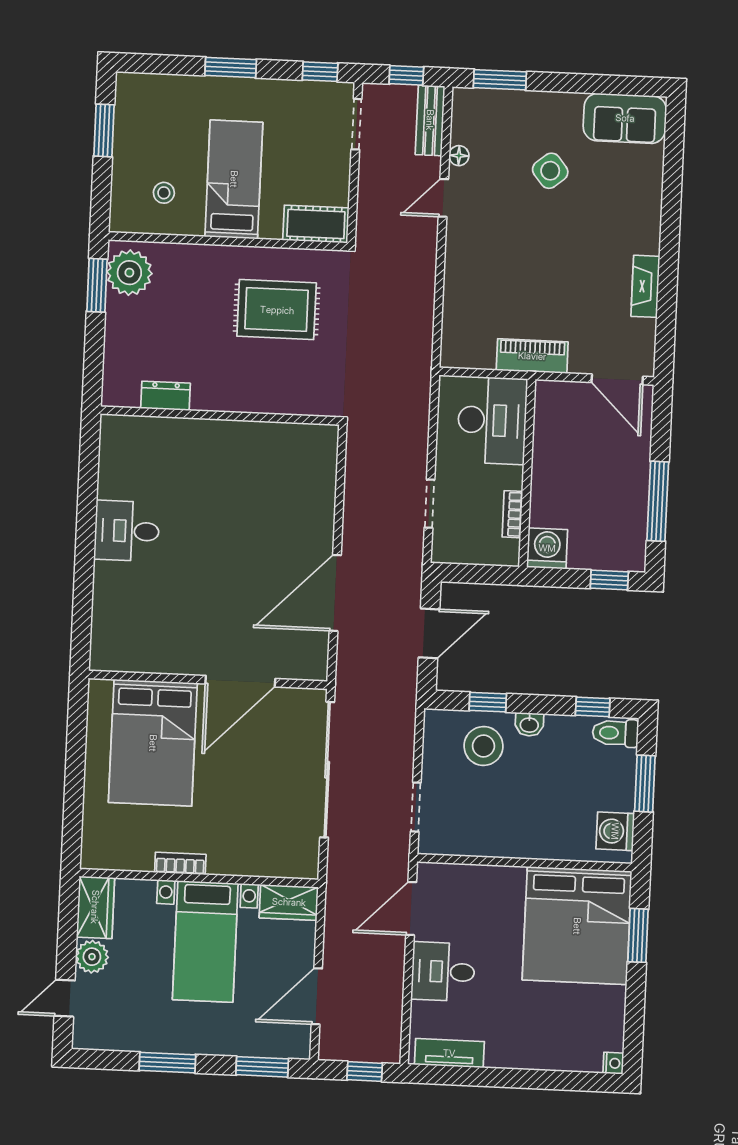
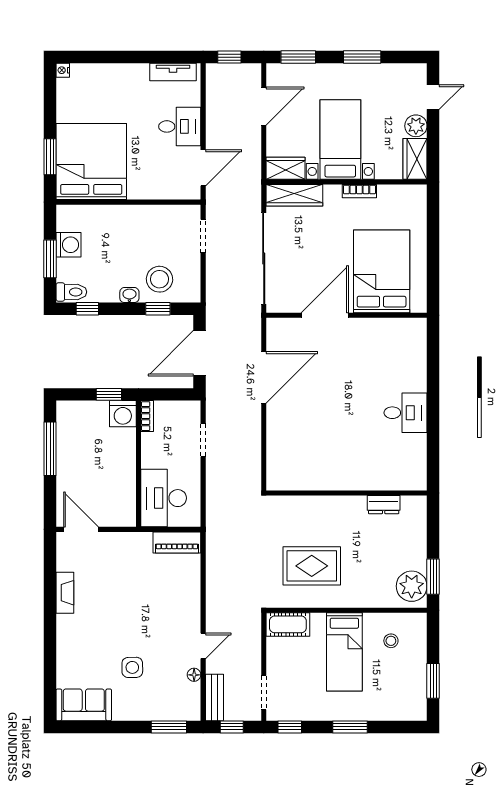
side table: (550, 171) -> (132, 667), turned 38
piano: (532, 356) -> (177, 542), moved
bookcase: (512, 514) -> (147, 416), moved
window: (609, 580) -> (109, 394), moved
door: (429, 633) -> (199, 353), width x1.36
washing machine: (615, 831) -> (69, 245), moved
wardrobe: (277, 862) -> (294, 195), added

